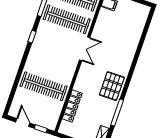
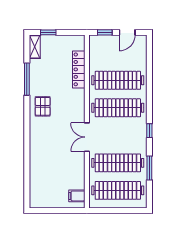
clothes rail: (51, 64) -> (118, 108), added
pallet: (112, 86) -> (43, 106), width x0.67, depth x0.71
door: (23, 122) -> (127, 32), hinge flipped

